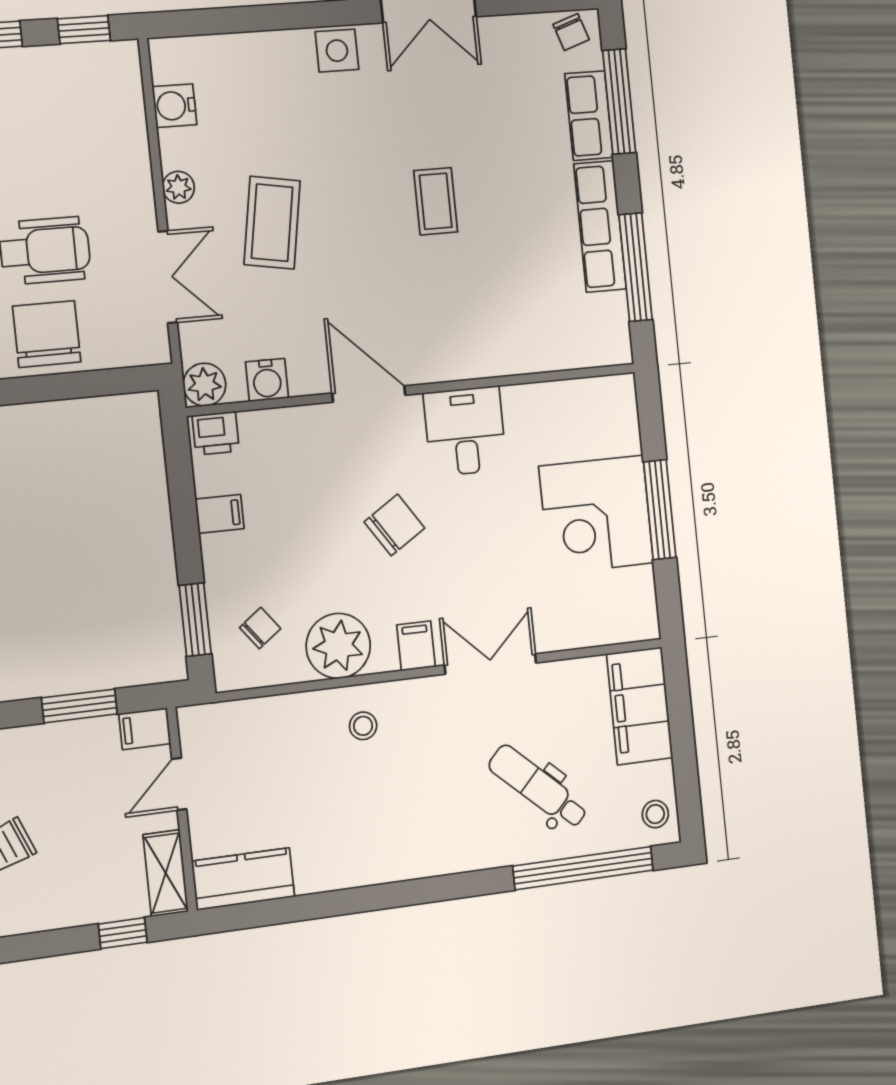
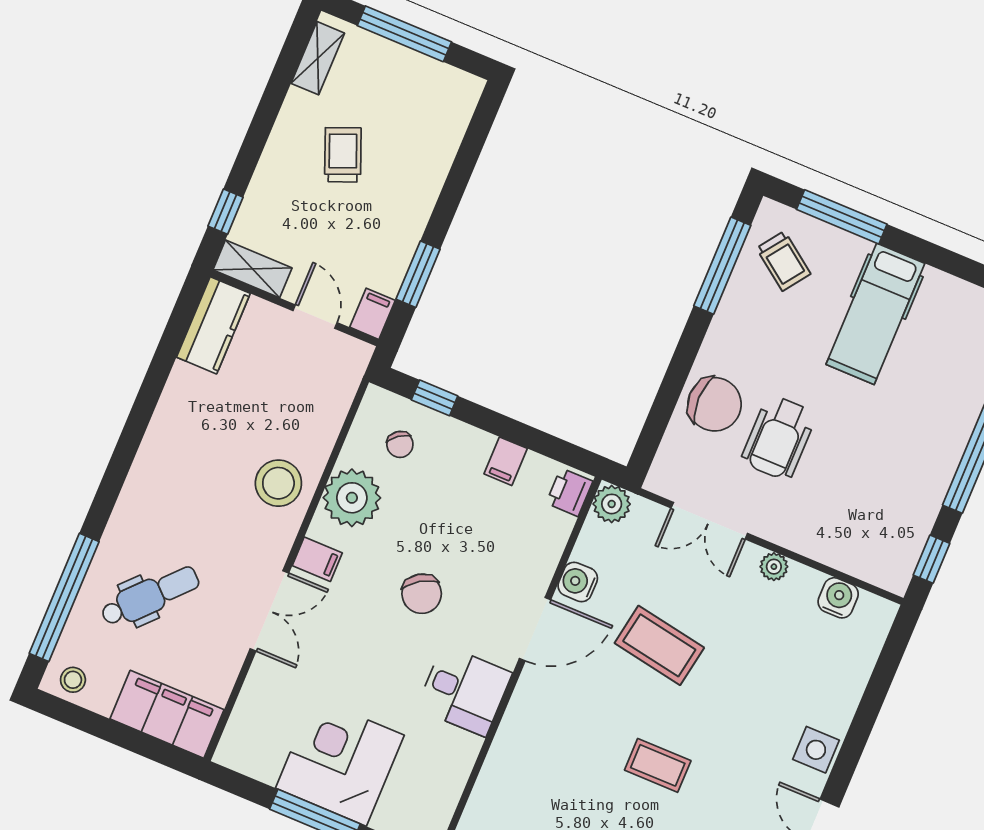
coffee table: (272, 223) -> (659, 645), moved
water cooler: (267, 380) -> (578, 582), moved
window: (195, 620) -> (435, 398), width x0.67
stool: (363, 726) -> (278, 483), width x1.89, depth x1.89

